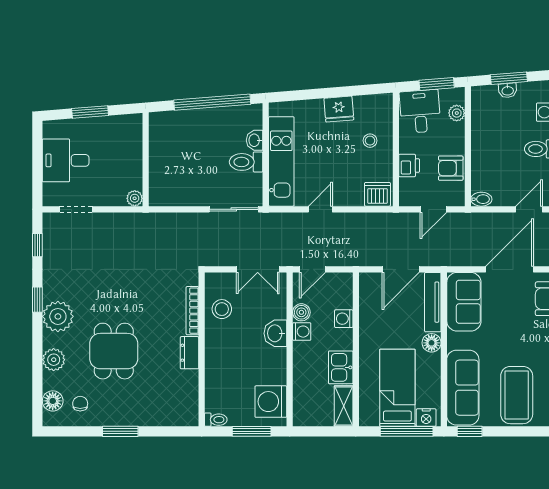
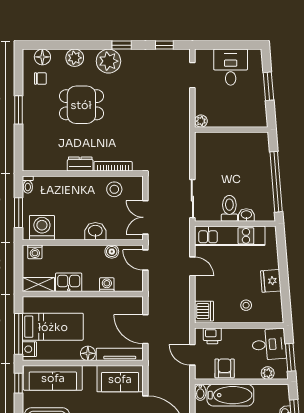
bathtub: (485, 161) -> (230, 395), added
printer: (409, 166) -> (212, 336), moved
washing machine: (302, 332) -> (35, 252), moved

